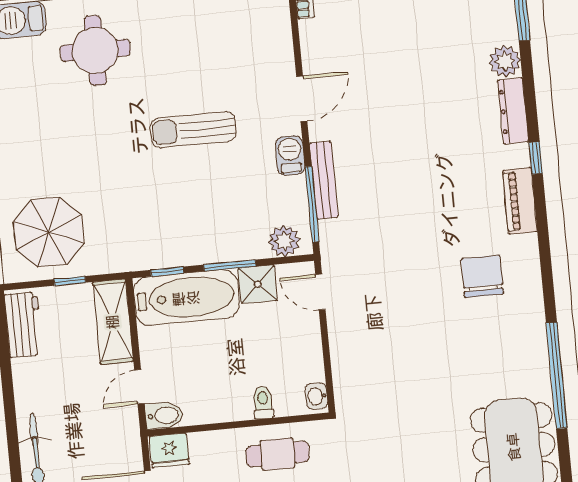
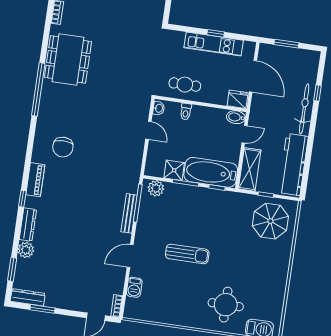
barbecue: (290, 156) -> (134, 287), moved
door: (320, 292) -> (148, 130), moved
workbench: (24, 325) -> (293, 164), width x1.88, depth x1.32

